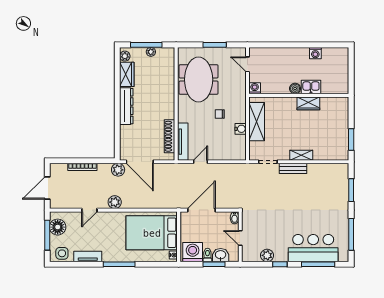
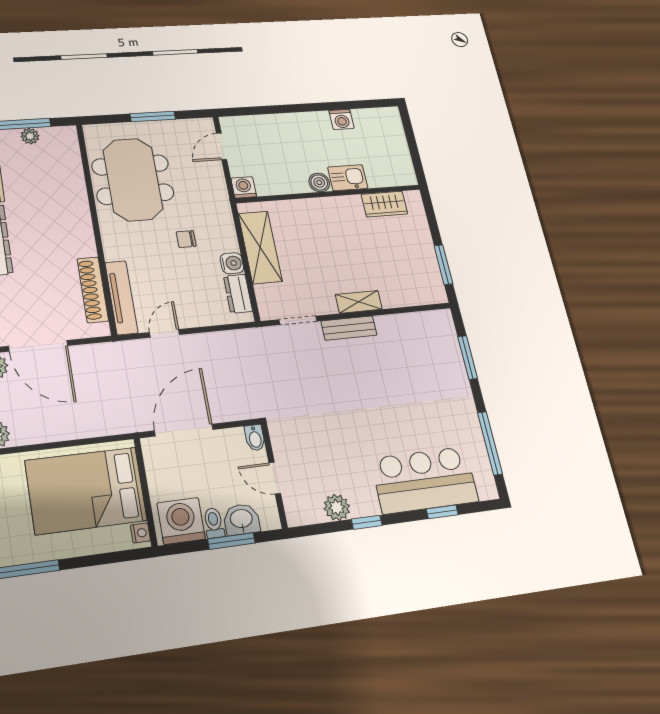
door: (247, 64) -> (221, 146), hinge flipped
wardrobe: (308, 103) -> (384, 204), moved
dresser: (240, 145) -> (238, 294), added
window: (318, 264) -> (442, 512), width x0.46

